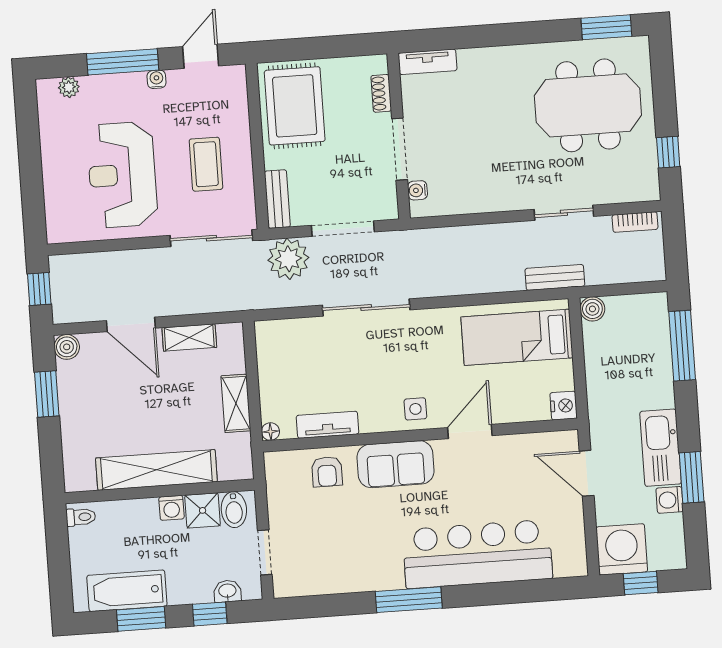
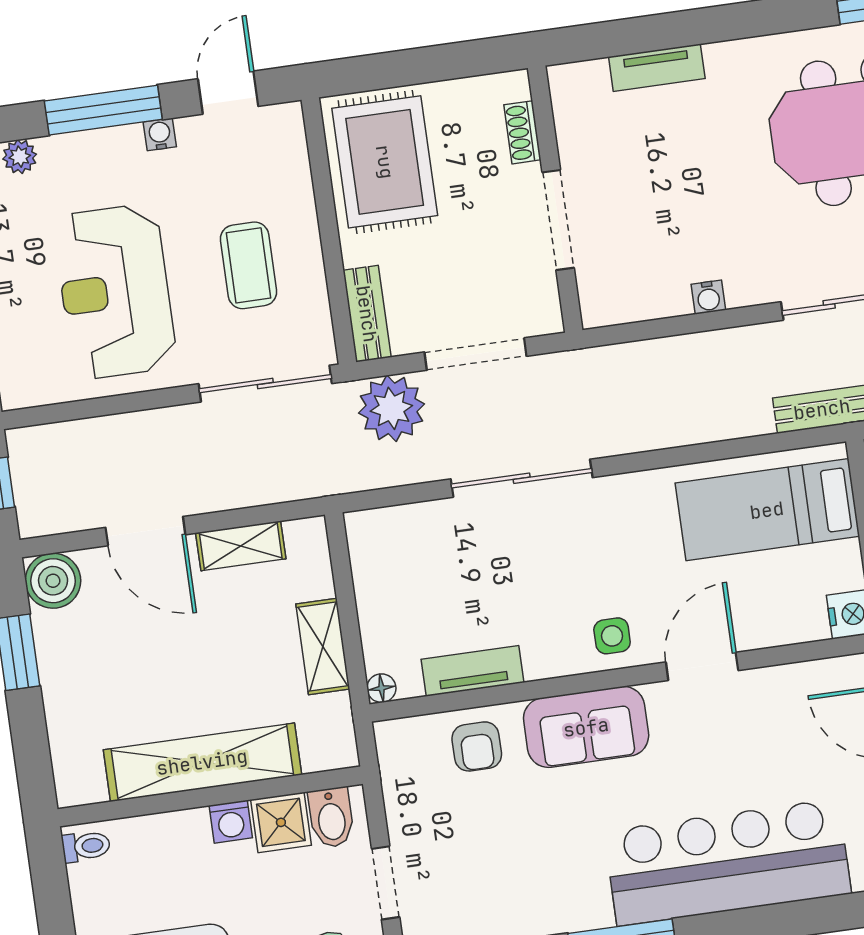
tv unit: (428, 62) -> (657, 68), moved
water cooler: (417, 190) -> (708, 297), moved, turned -90
boiler: (67, 347) -> (53, 581), width x1.36, depth x1.36

